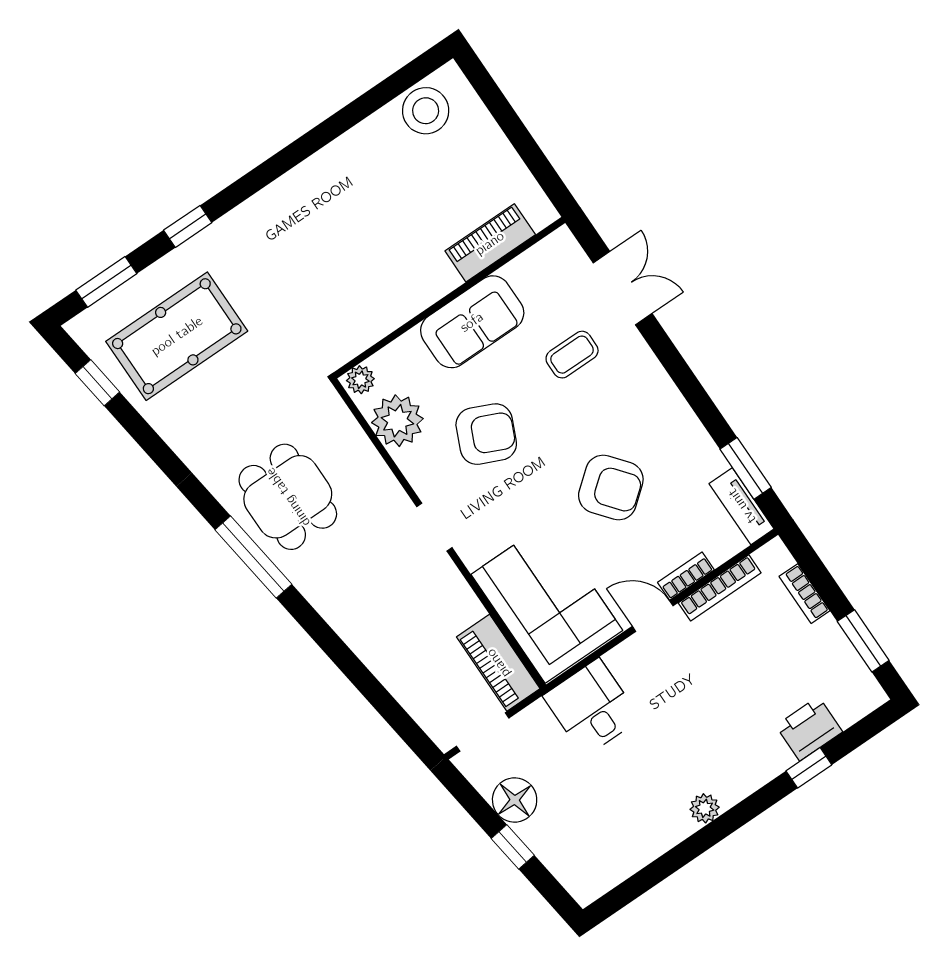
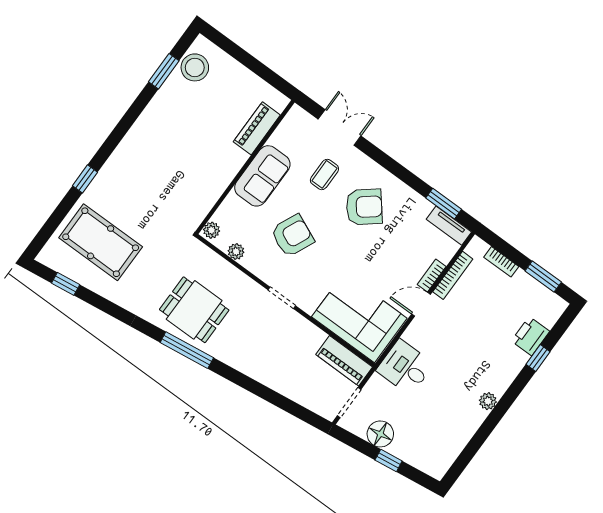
window: (106, 282) -> (164, 71), moved
pool table: (177, 336) -> (101, 242), turned 90
plant: (397, 421) -> (236, 252), width x0.53, depth x0.53
armchair: (611, 487) -> (364, 207), moved

